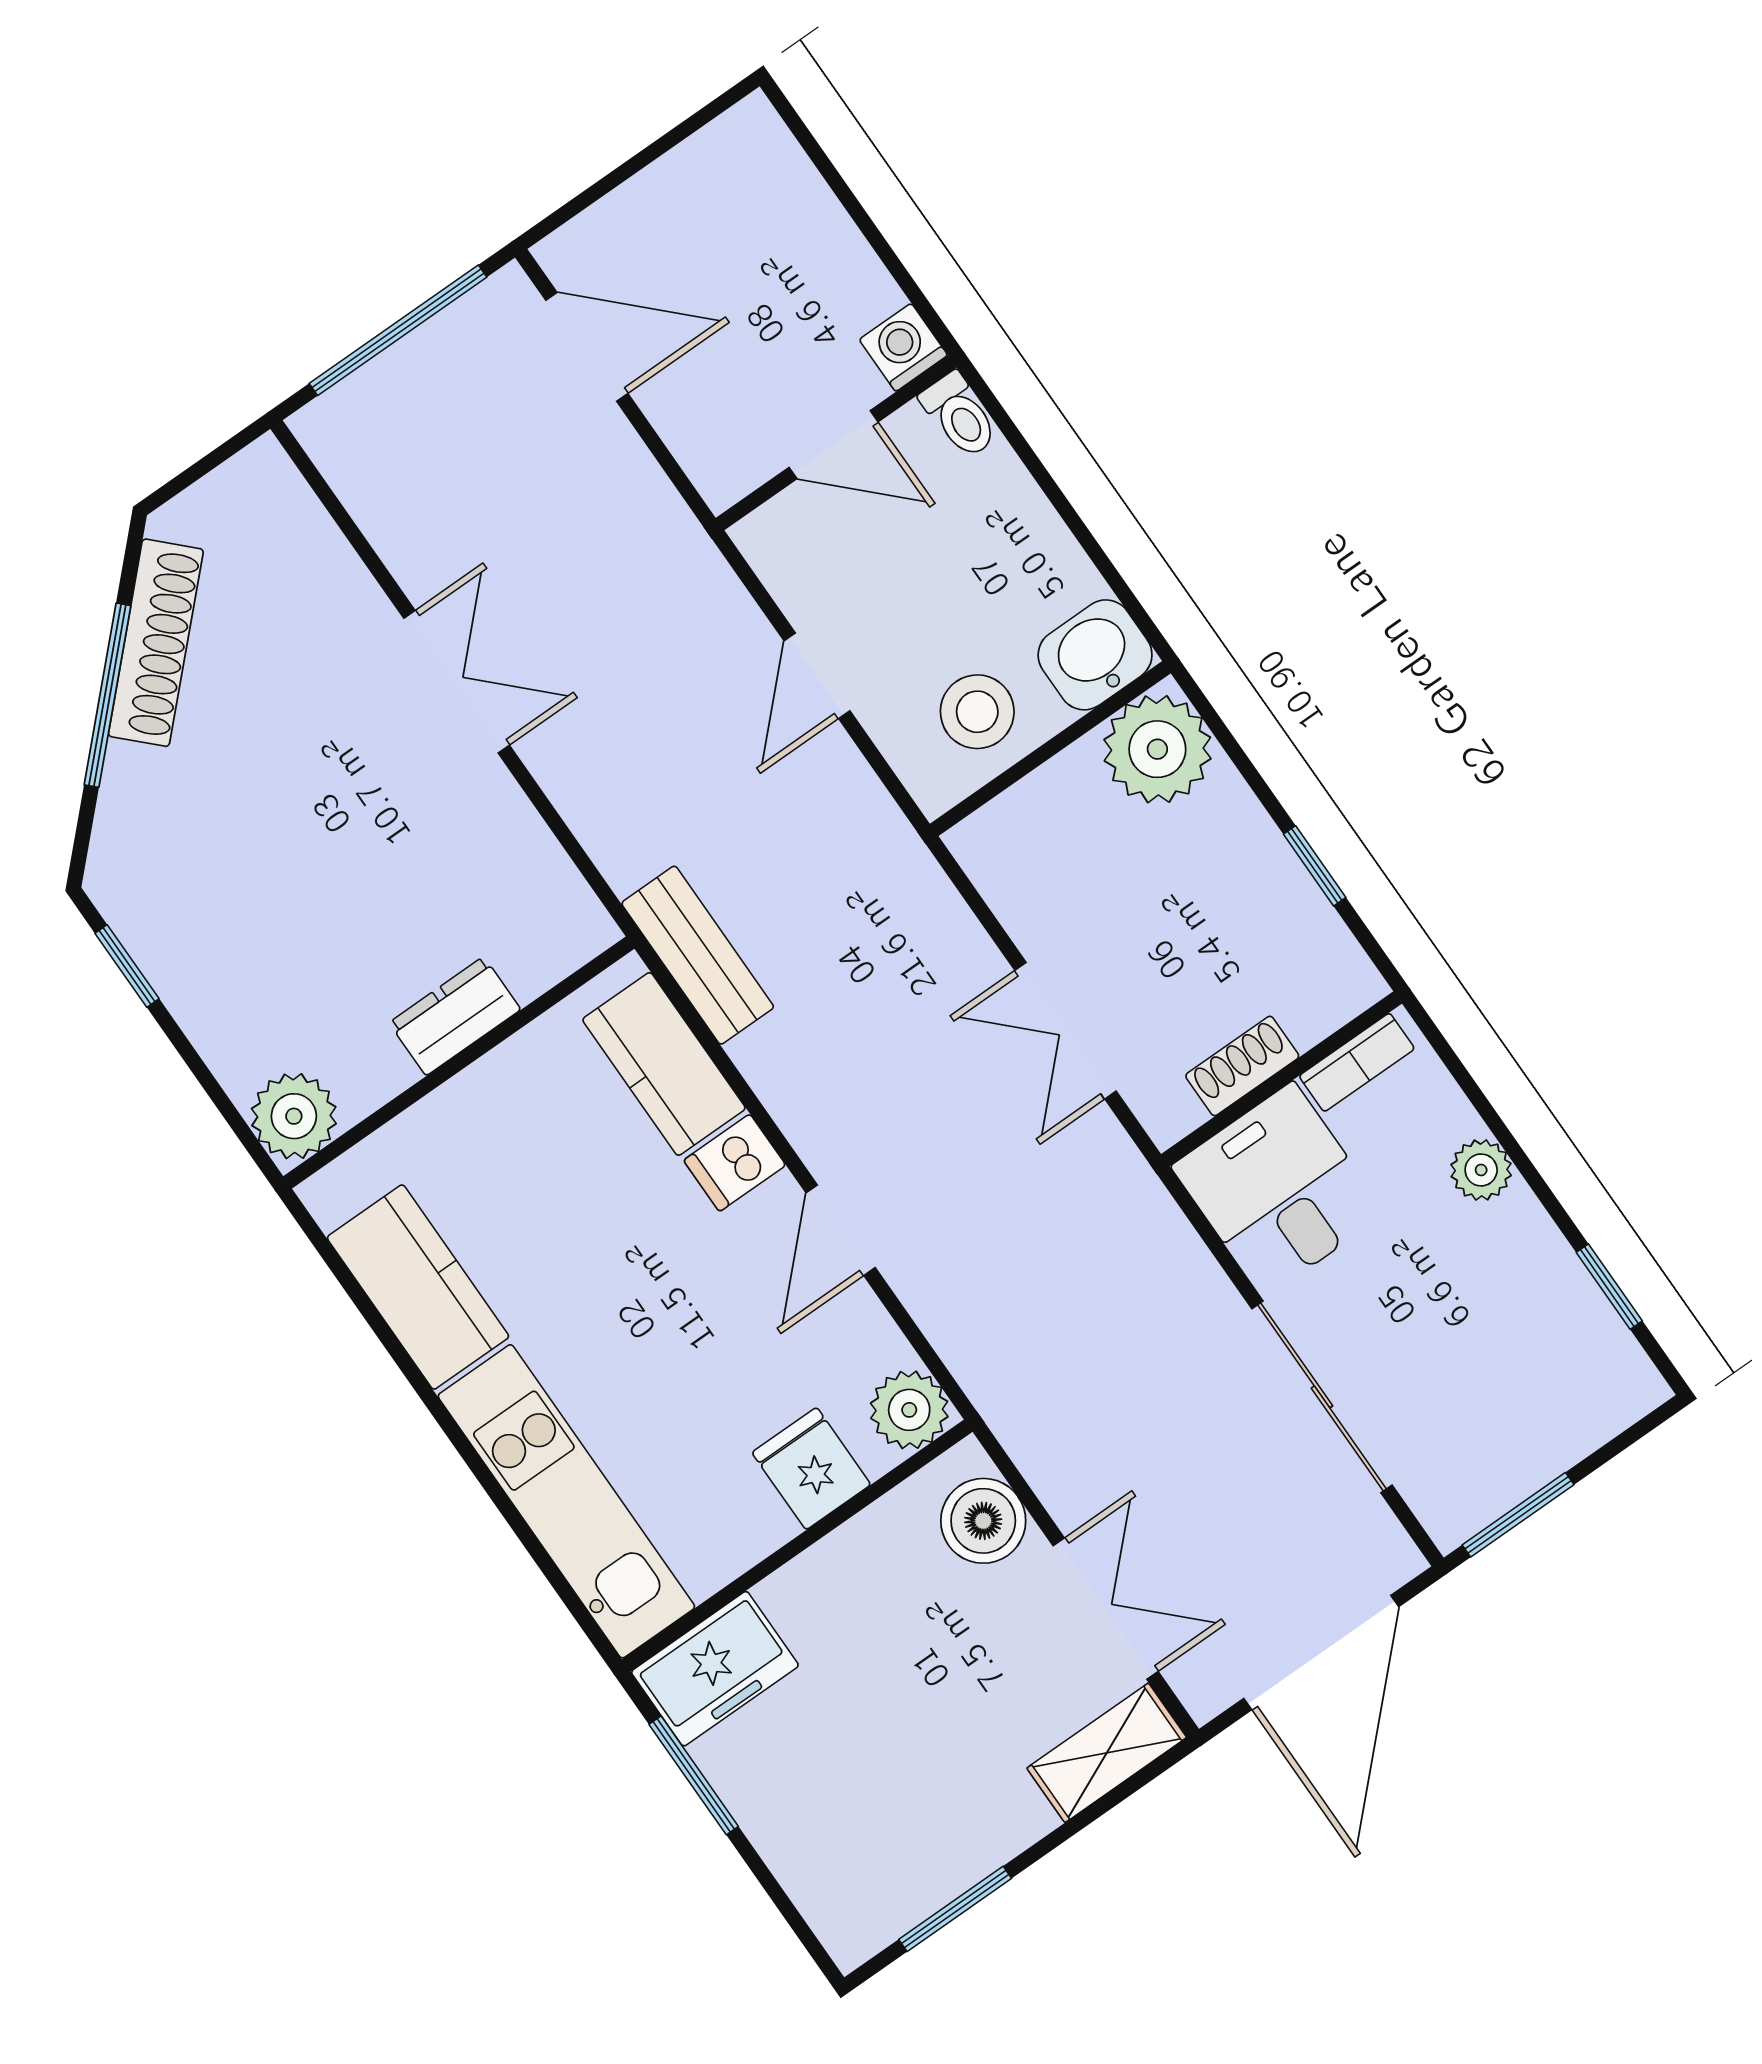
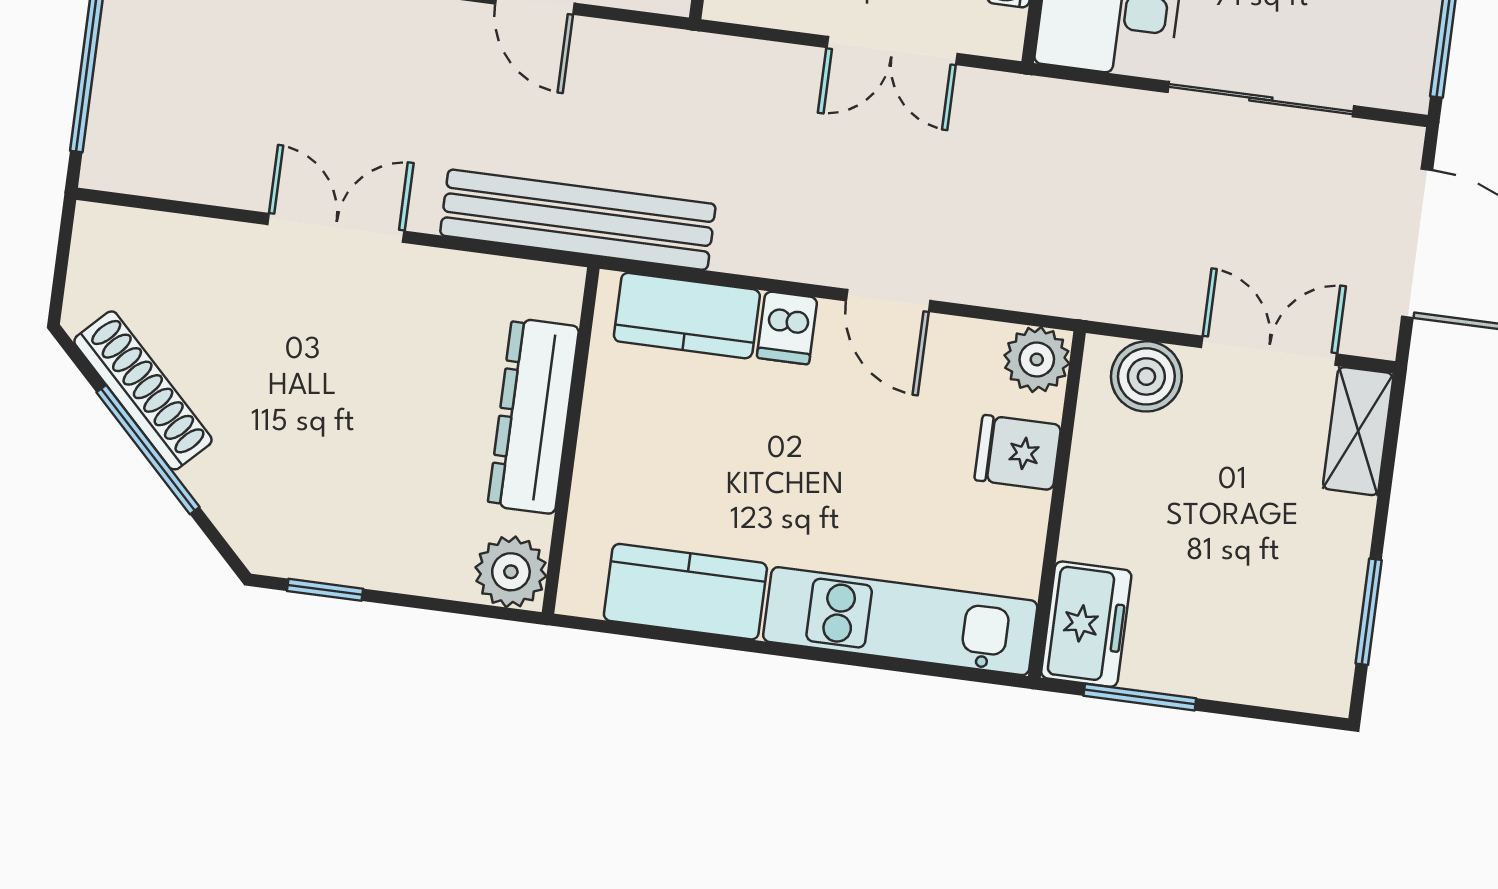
bench: (698, 955) -> (578, 220), width x1.86, depth x1.21
dresser: (455, 1016) -> (533, 416), width x1.96, depth x1.24

